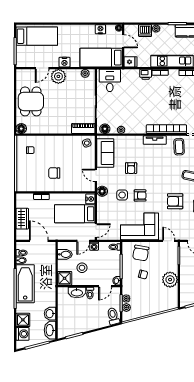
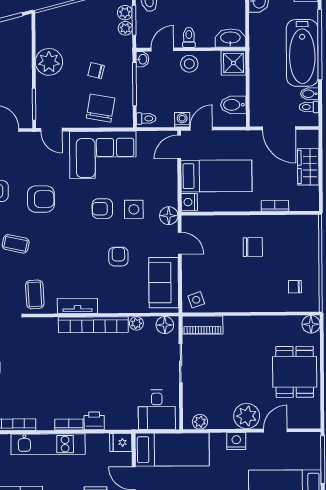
bookcase: (166, 129) -> (93, 325), moved
stool: (82, 268) -> (189, 64), moved
washbasin: (77, 293) -> (230, 38), moved

